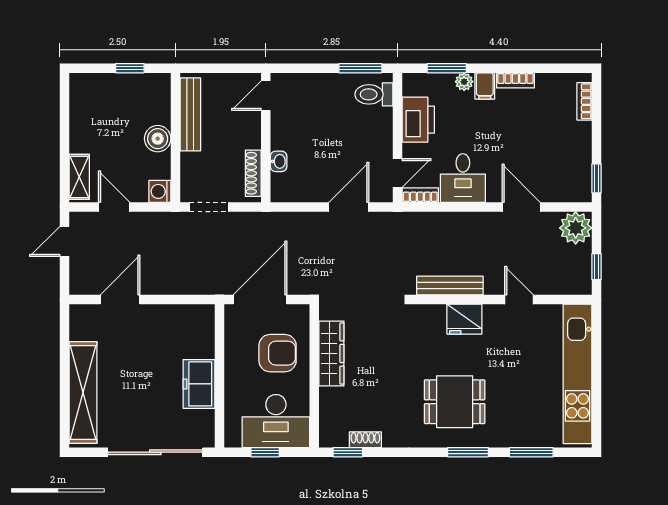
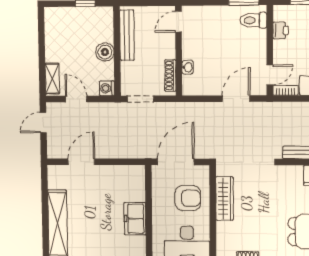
printer: (418, 120) -> (281, 30), width x0.53, depth x0.68

